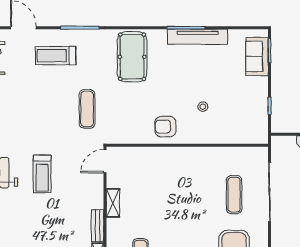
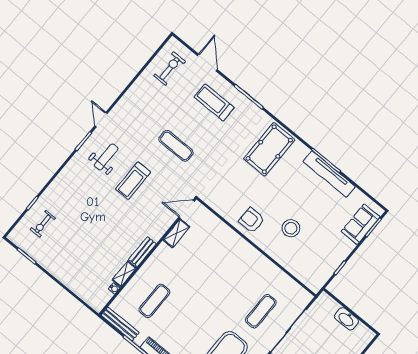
stool: (203, 107) -> (291, 228), width x1.89, depth x1.89
exercise mat: (87, 109) -> (176, 146), moved, turned 90
shelving: (113, 203) -> (176, 233), moved

